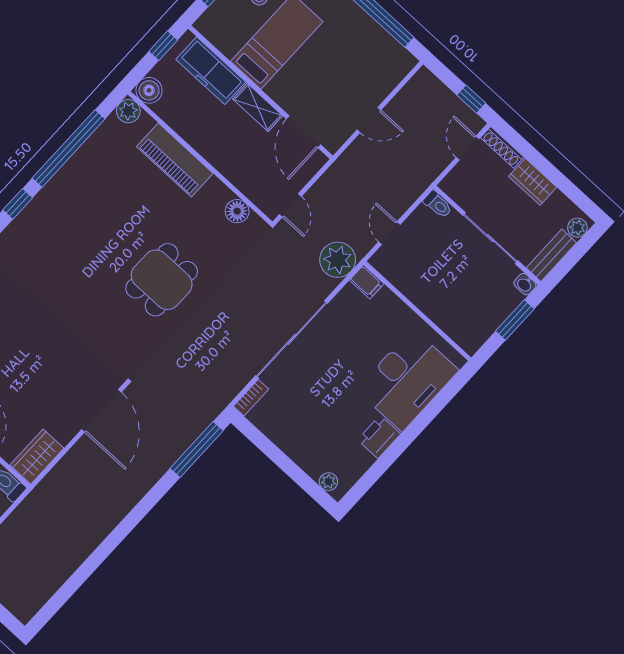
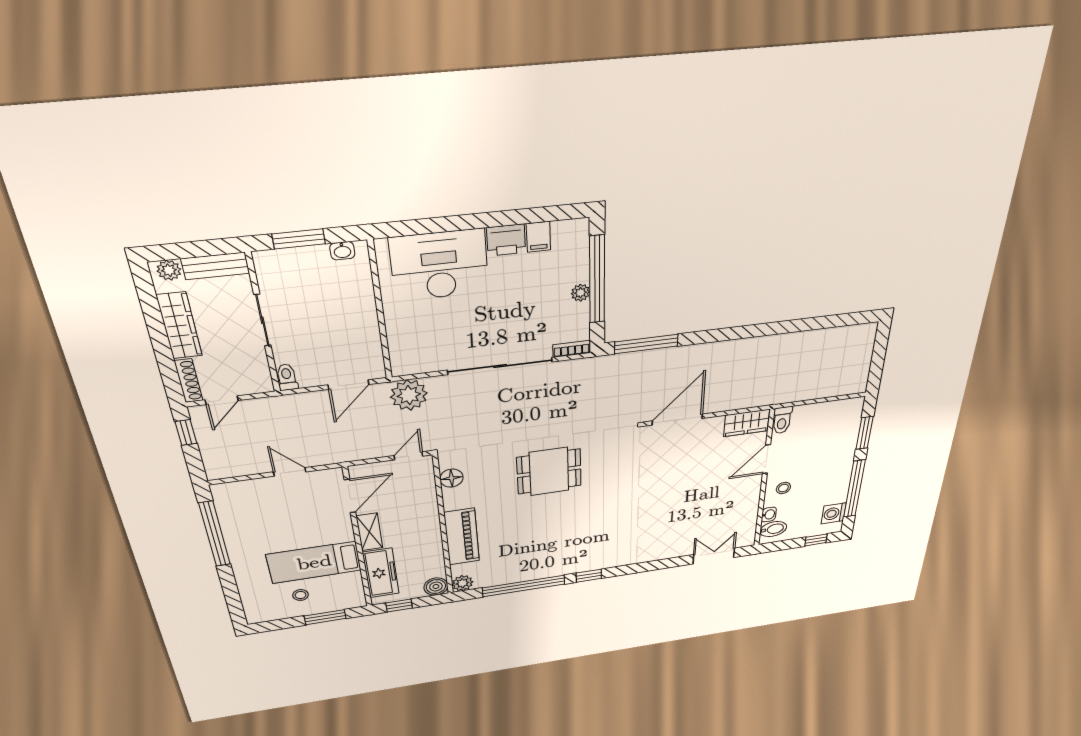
wardrobe: (533, 182) -> (179, 326), width x1.50
door: (389, 233) -> (348, 385), width x1.37
sliding door: (490, 238) -> (262, 320), width x0.73
filing cabinet: (367, 282) -> (538, 237), moved, turned 180
washbasin: (525, 284) -> (342, 251), moved, turned 90
window: (286, 465) -> (597, 280), added
plant: (328, 482) -> (580, 293), moved

